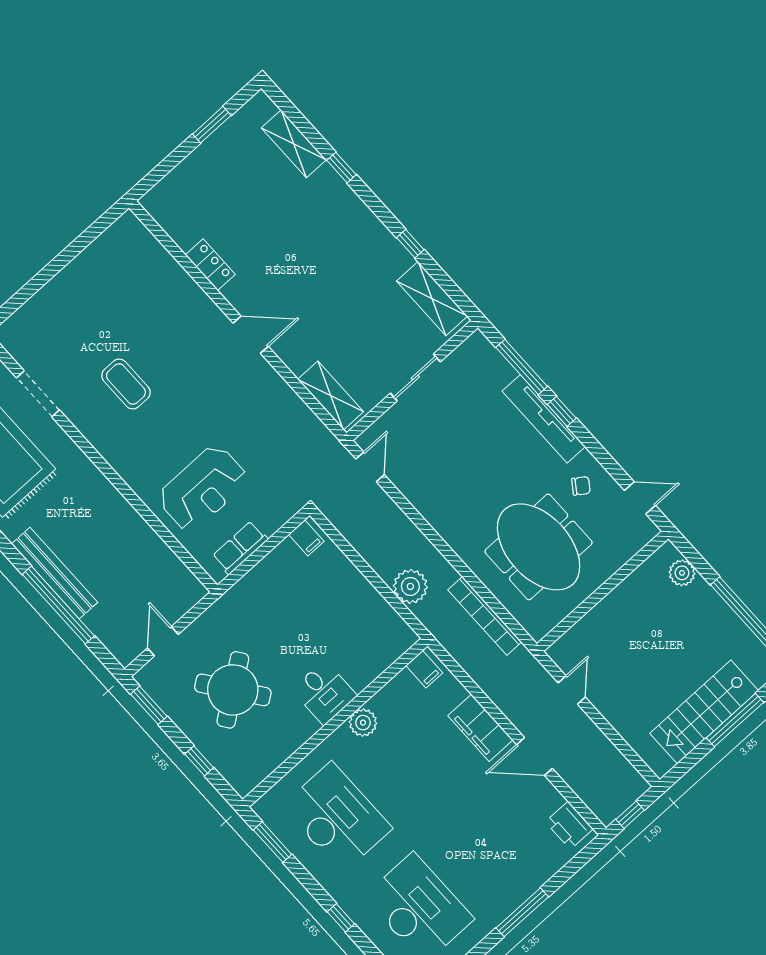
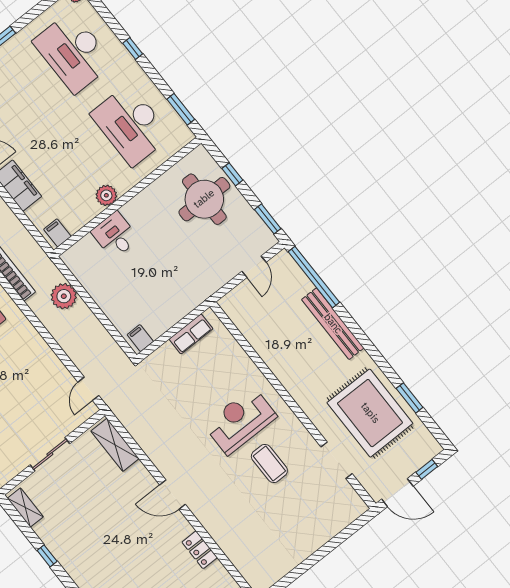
shelving: (432, 299) -> (25, 508), width x0.67, depth x0.75
reception desk: (203, 488) -> (240, 421), moved
window: (58, 605) -> (314, 277), moved
round table: (233, 690) -> (204, 199), moved, turned 36
desk: (324, 693) -> (115, 235), moved

